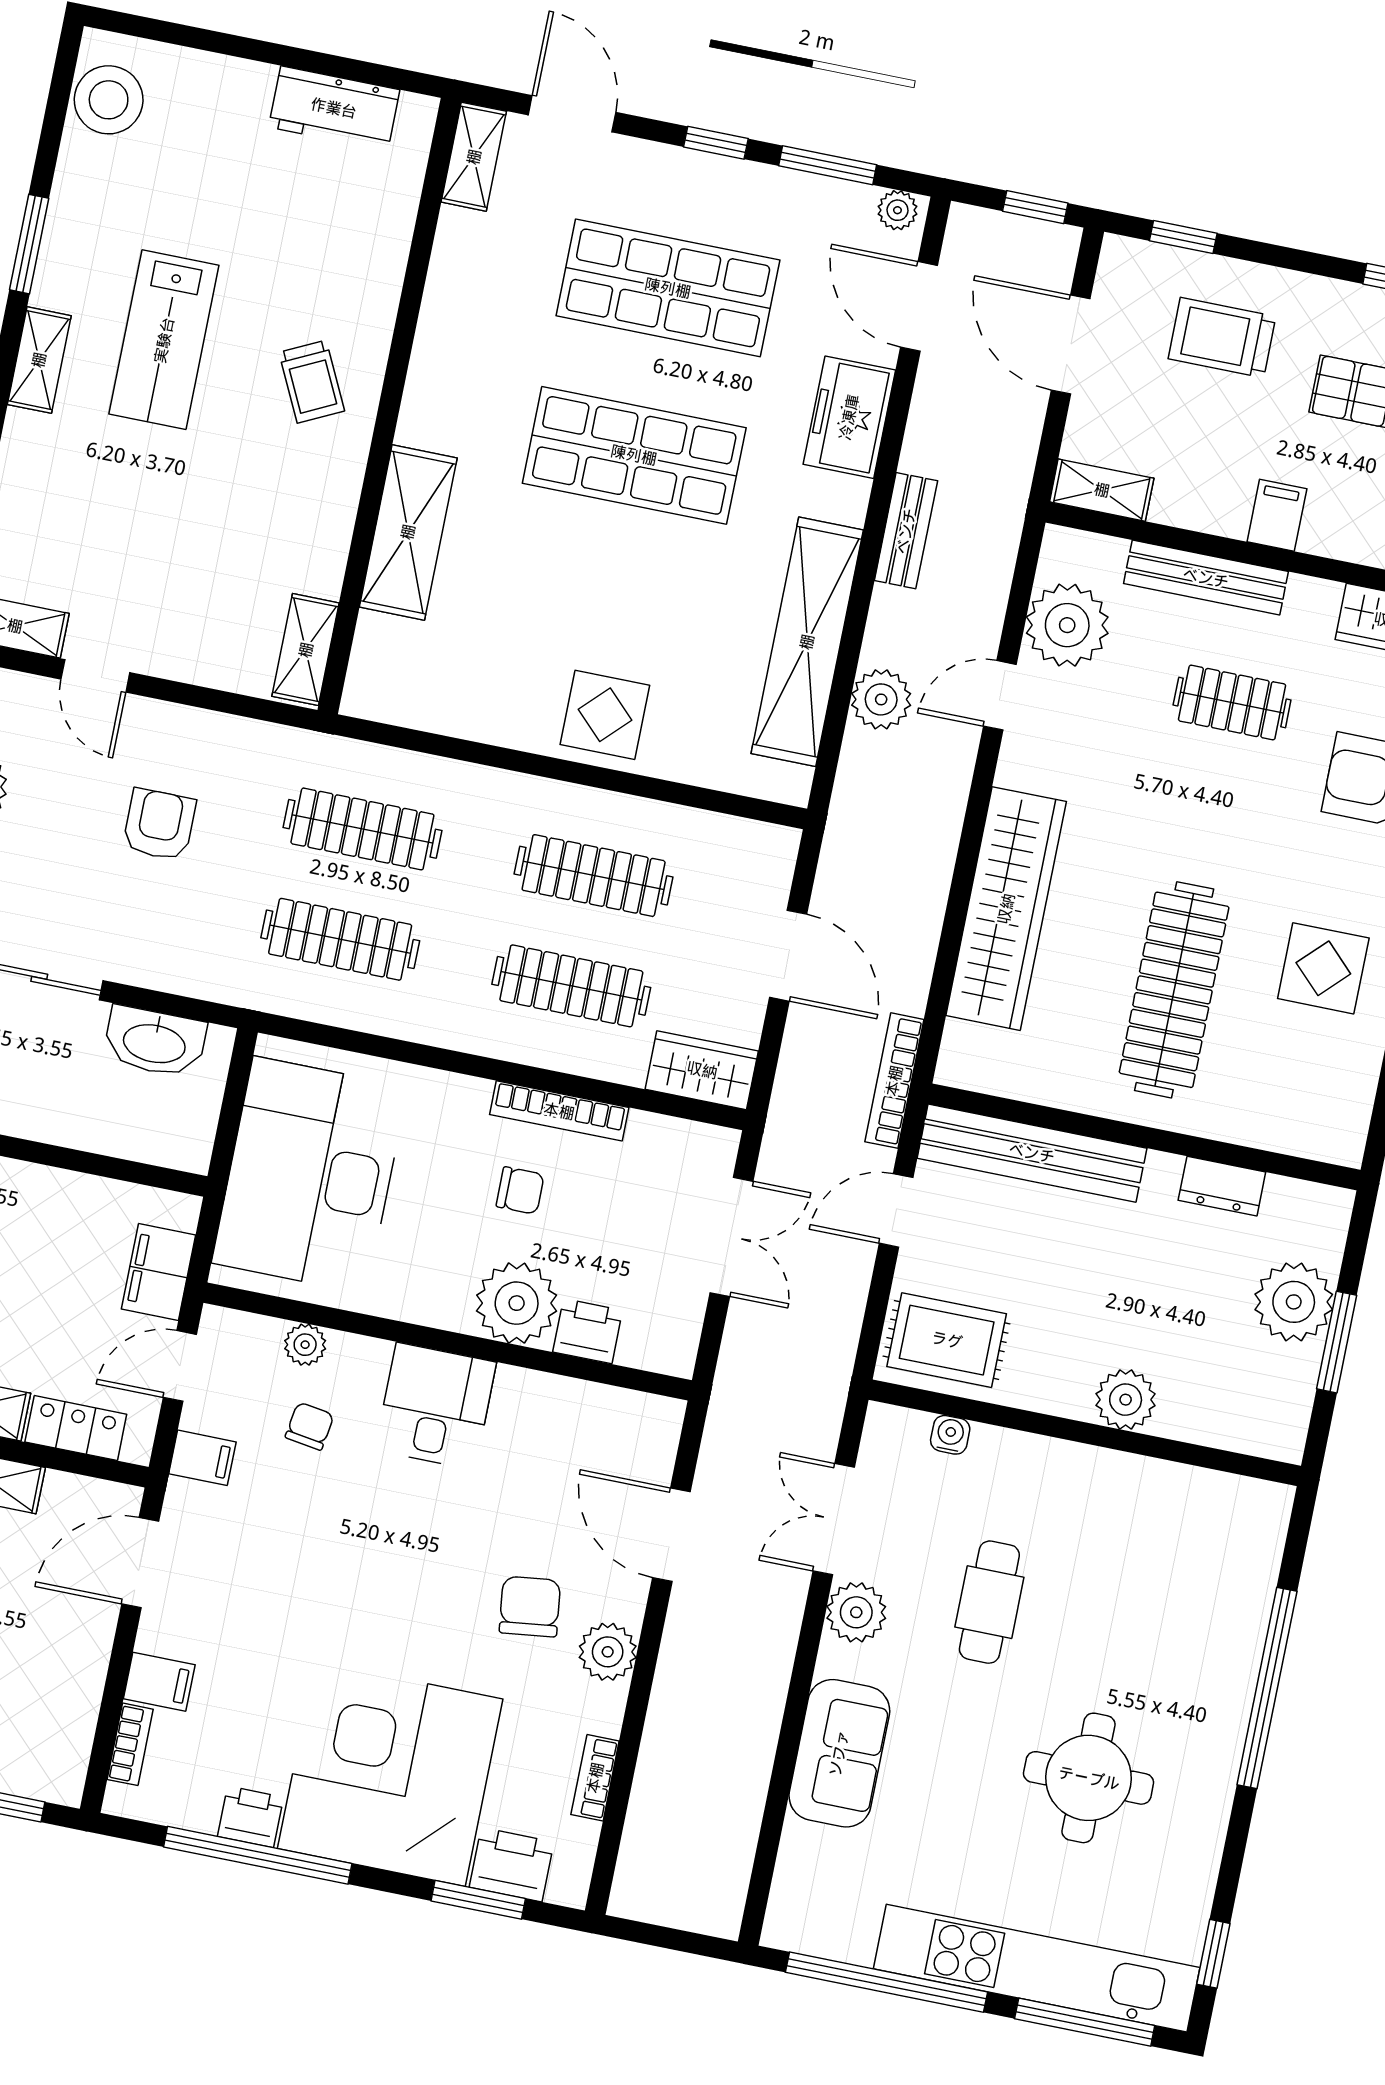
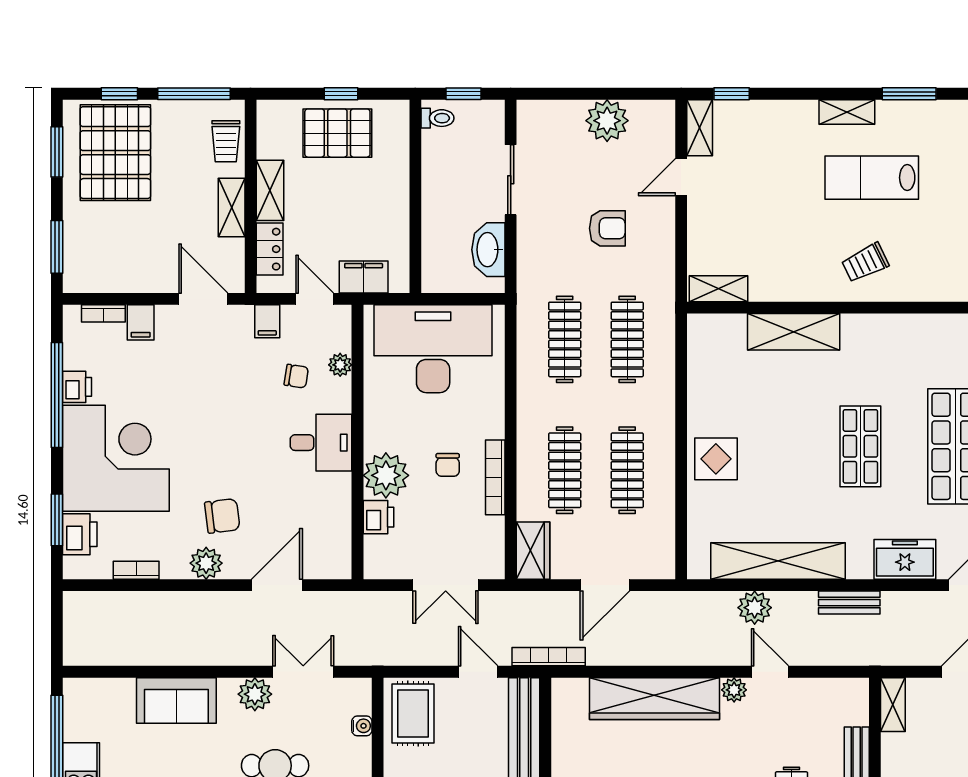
shop shelf: (634, 455) -> (860, 446), width x0.70, depth x0.74
plant: (1067, 625) -> (734, 690), moved, width x0.53, depth x0.53

